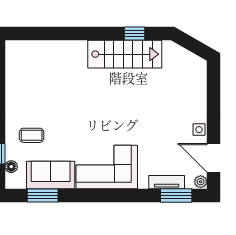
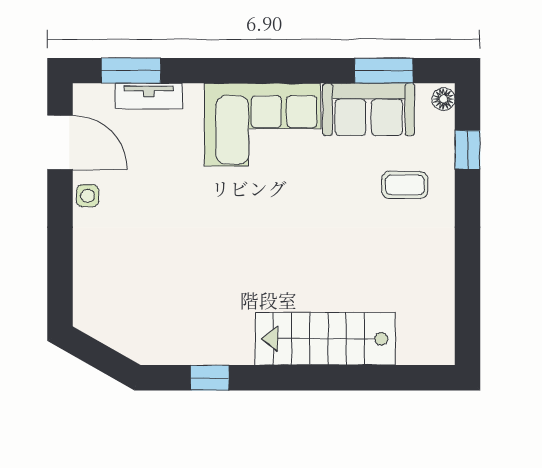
stairs: (125, 54) -> (325, 339), moved
floor lamp: (11, 167) -> (443, 99), moved
plant: (201, 182) -> (84, 97), removed

